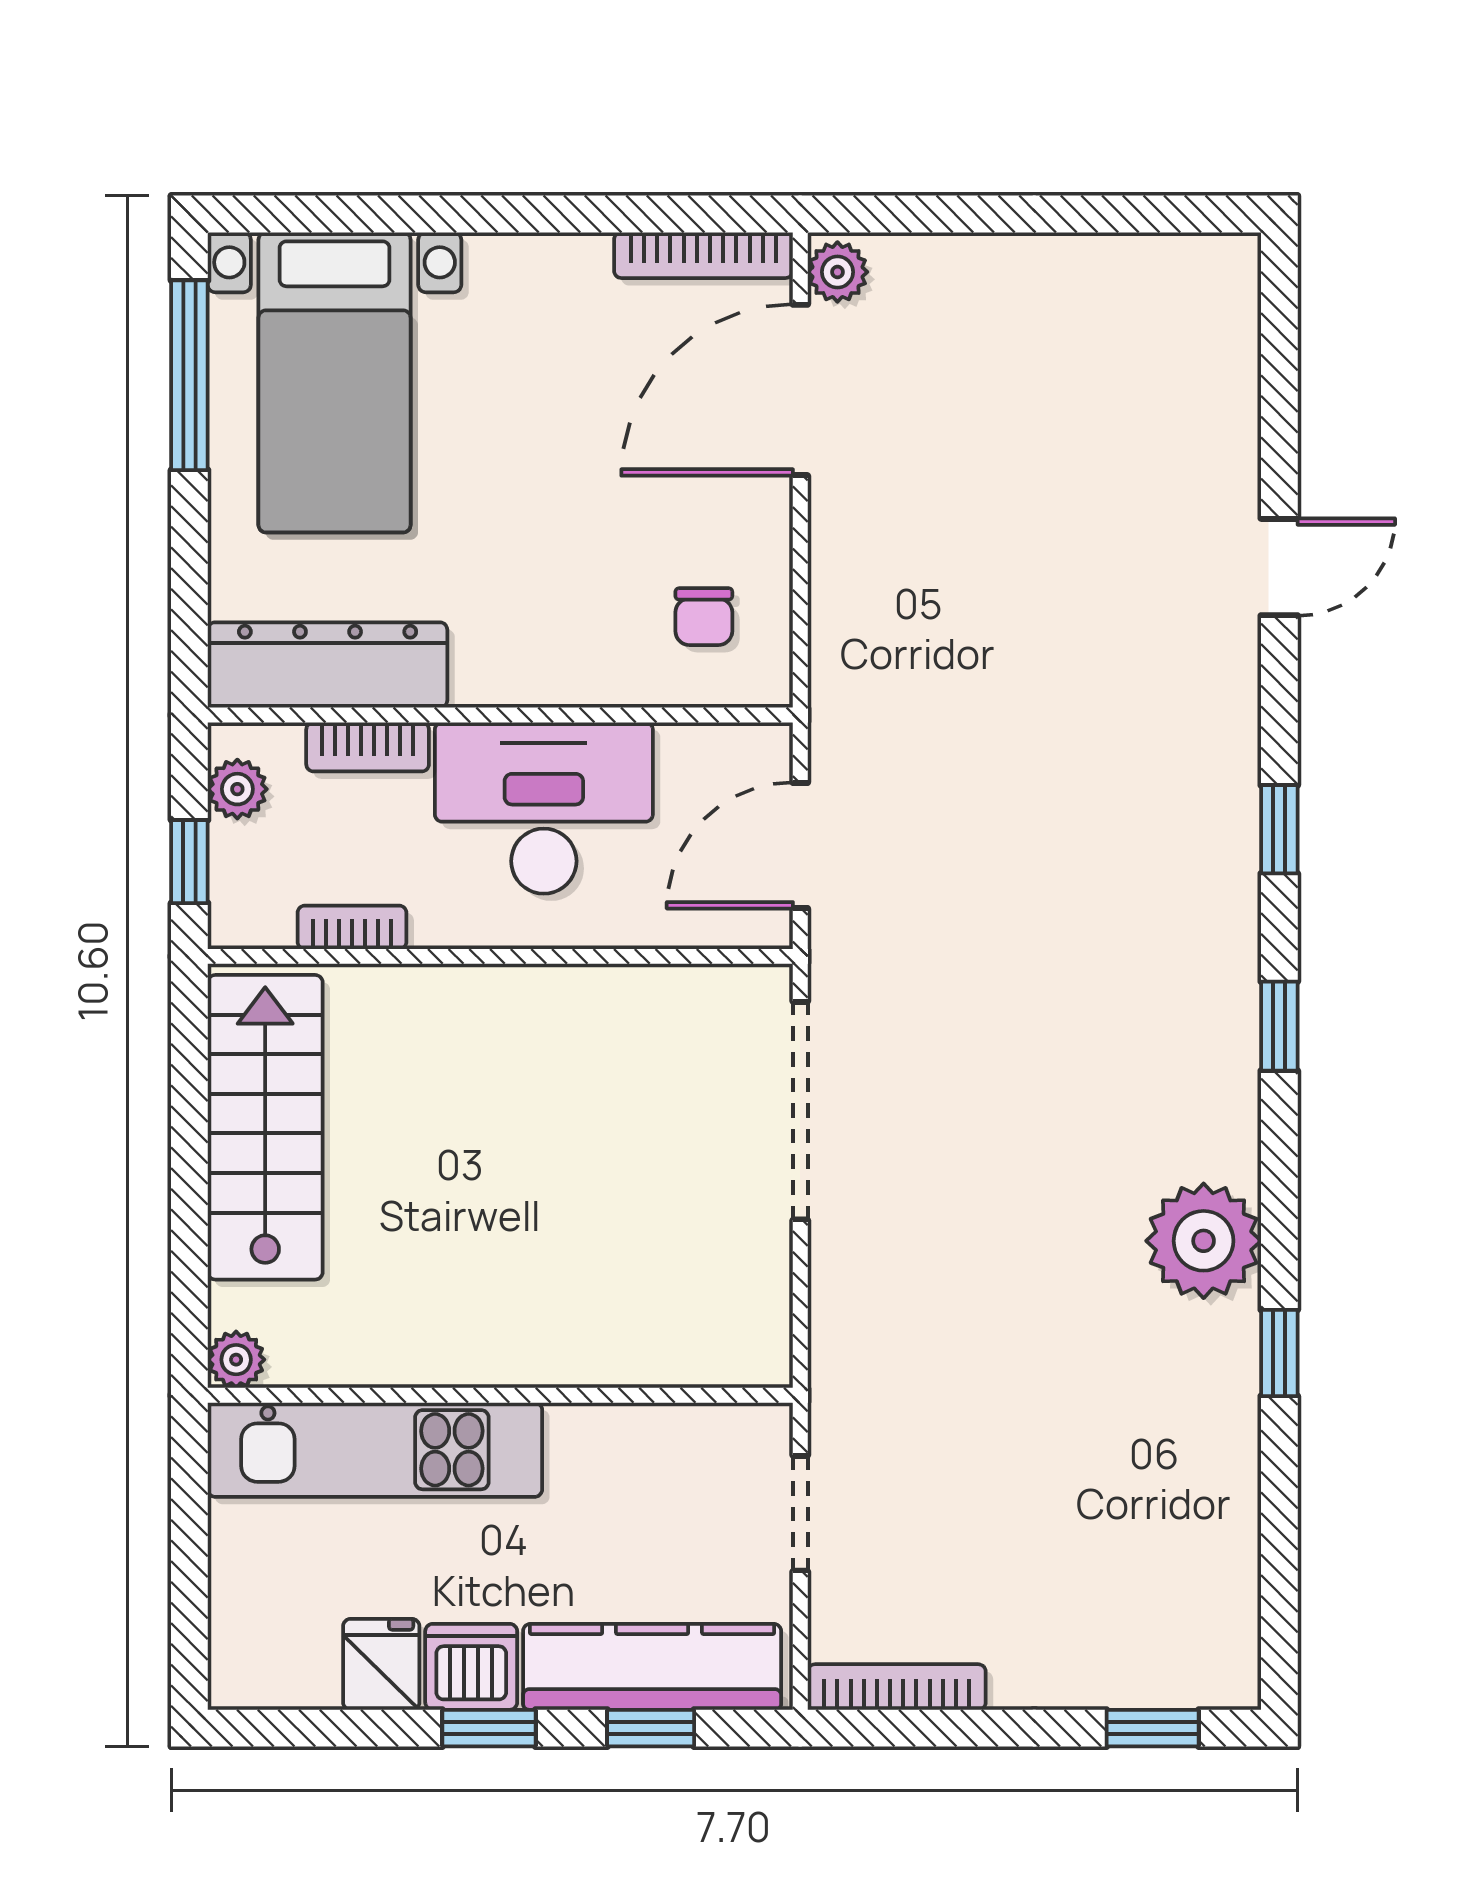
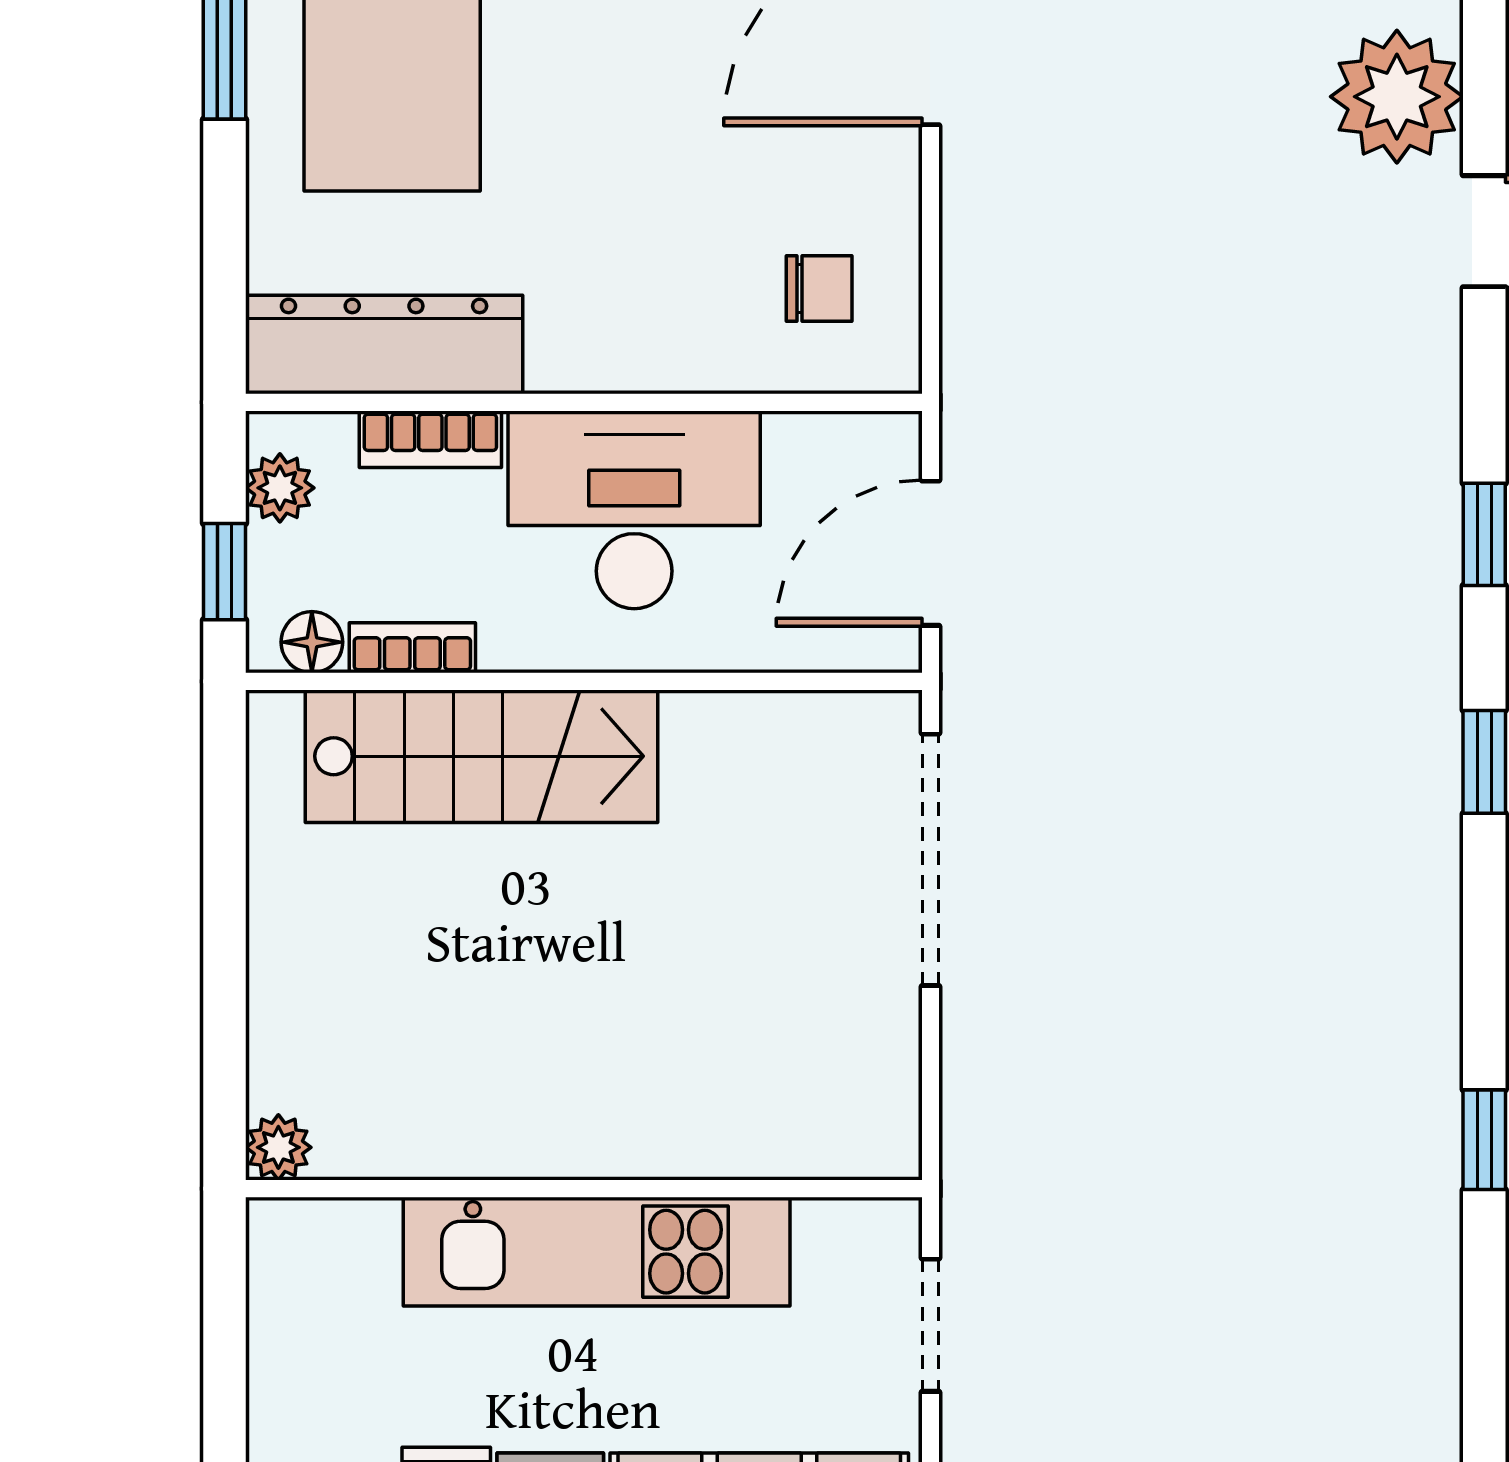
chair: (704, 617) -> (819, 289), turned -90
floor lamp: (265, 923) -> (312, 642), added
stairs: (265, 1127) -> (482, 756), moved, turned 90
plant: (1204, 1241) -> (1397, 97), moved
kitchen unit: (375, 1450) -> (597, 1252), moved

